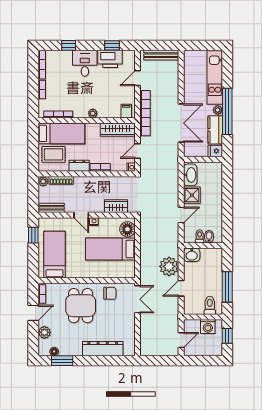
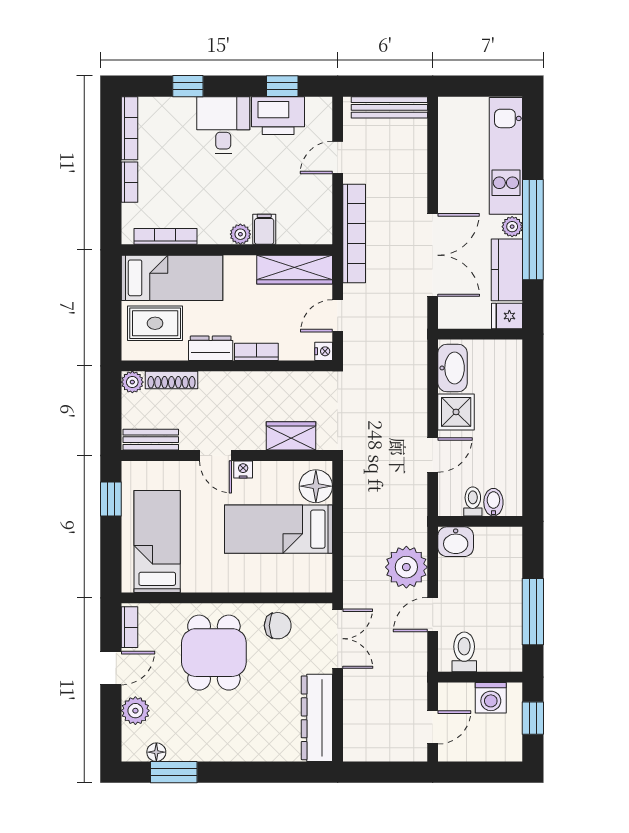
filing cabinet: (126, 111) -> (264, 229), moved
toilet: (210, 305) -> (464, 652), moved
dresser: (103, 349) -> (317, 718), moved, turned -90

